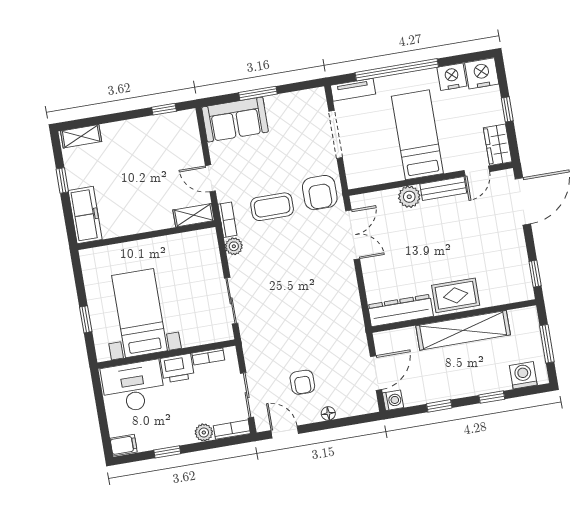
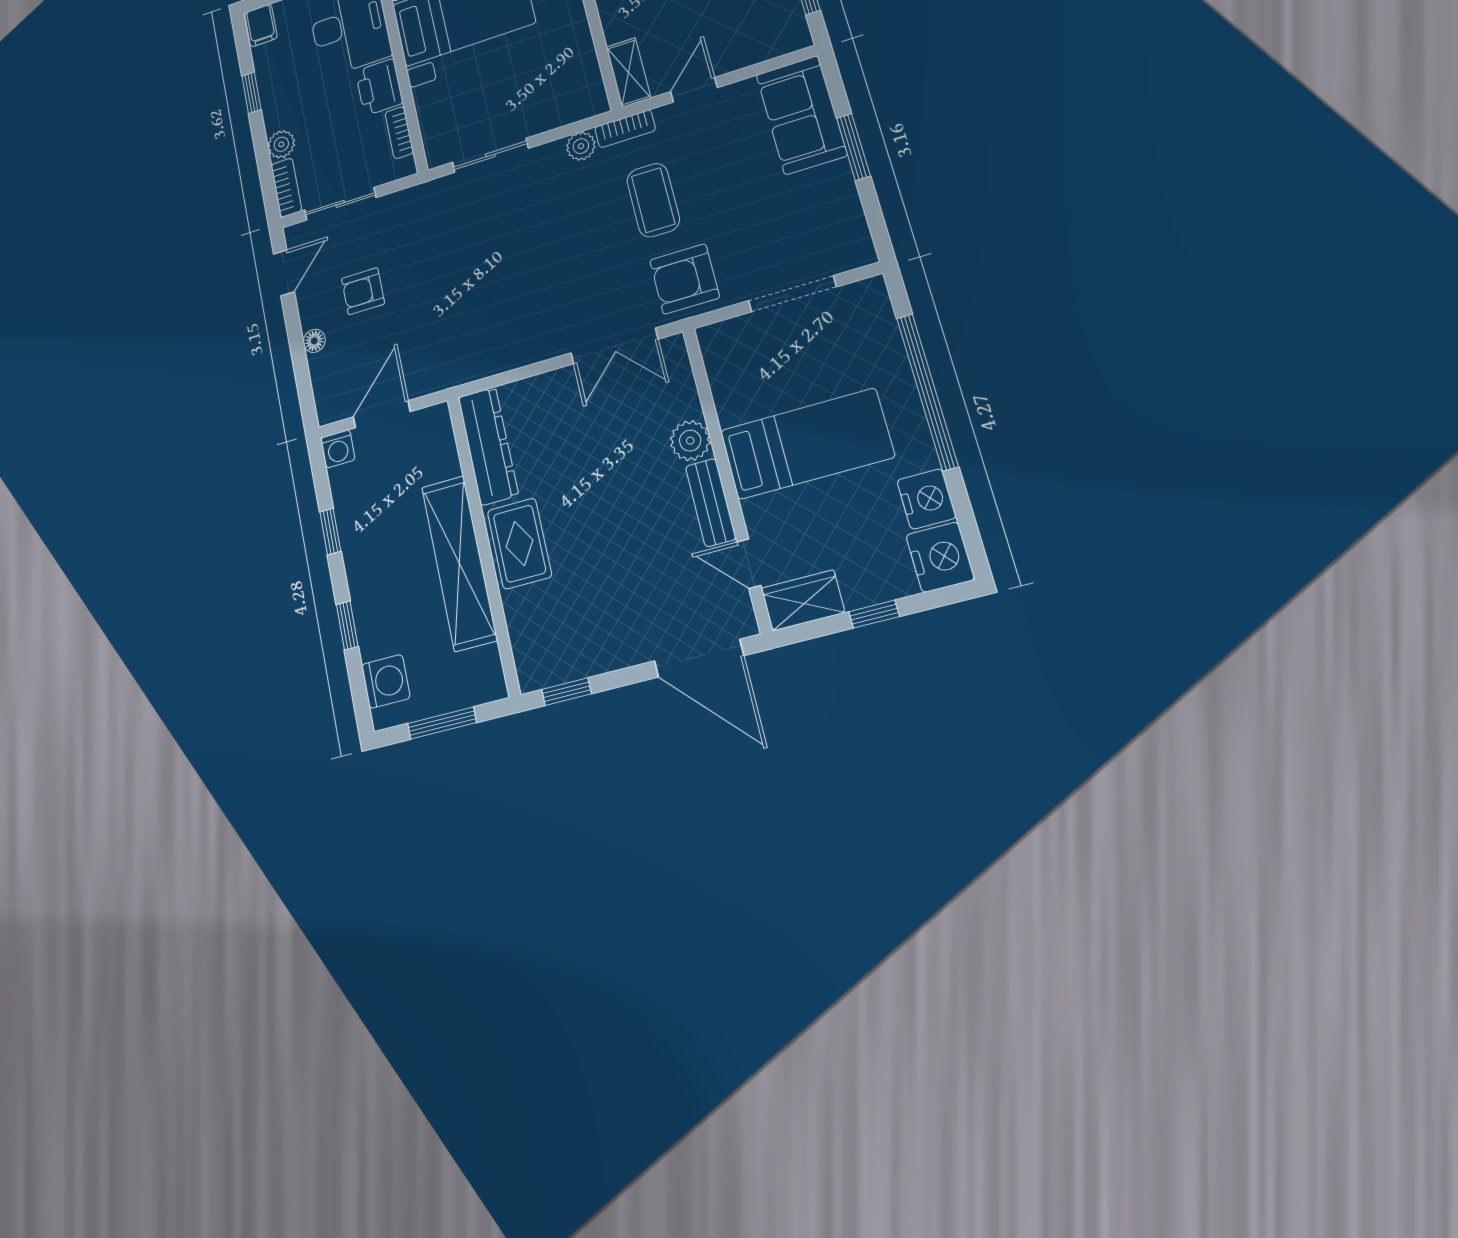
tv unit: (353, 90) -> (879, 315), removed
door: (376, 373) -> (382, 414), swing flipped

